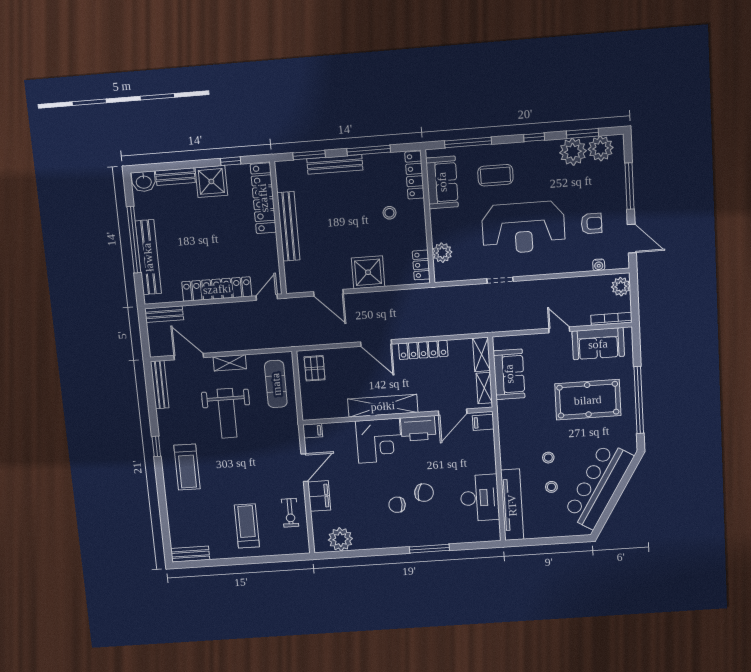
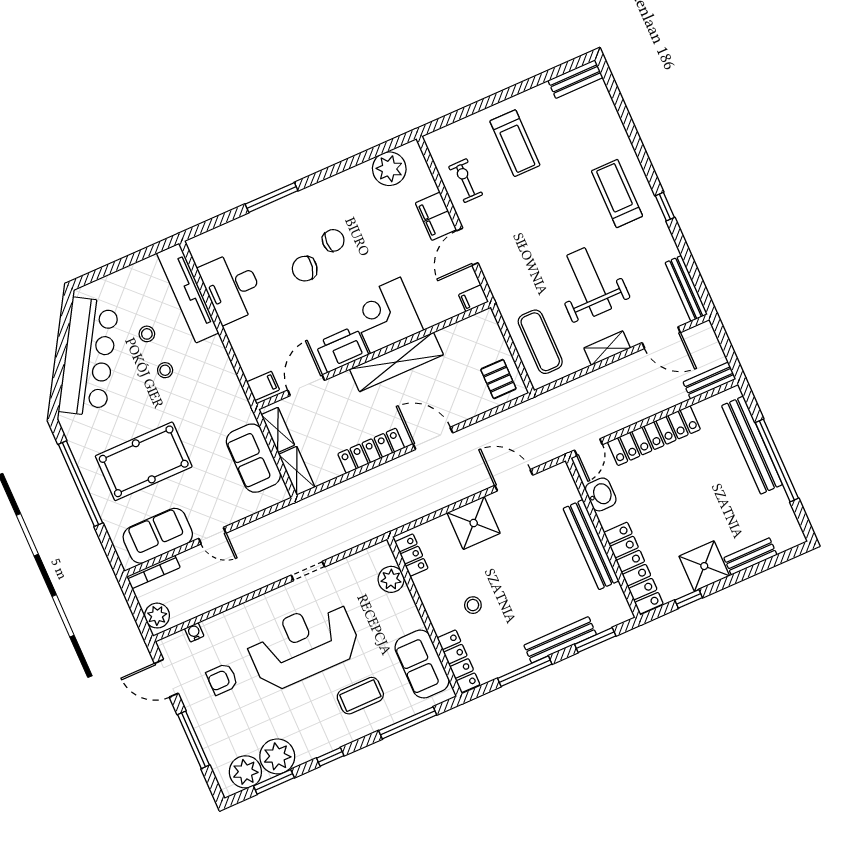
washbasin: (144, 182) -> (601, 494), moved, turned 90

